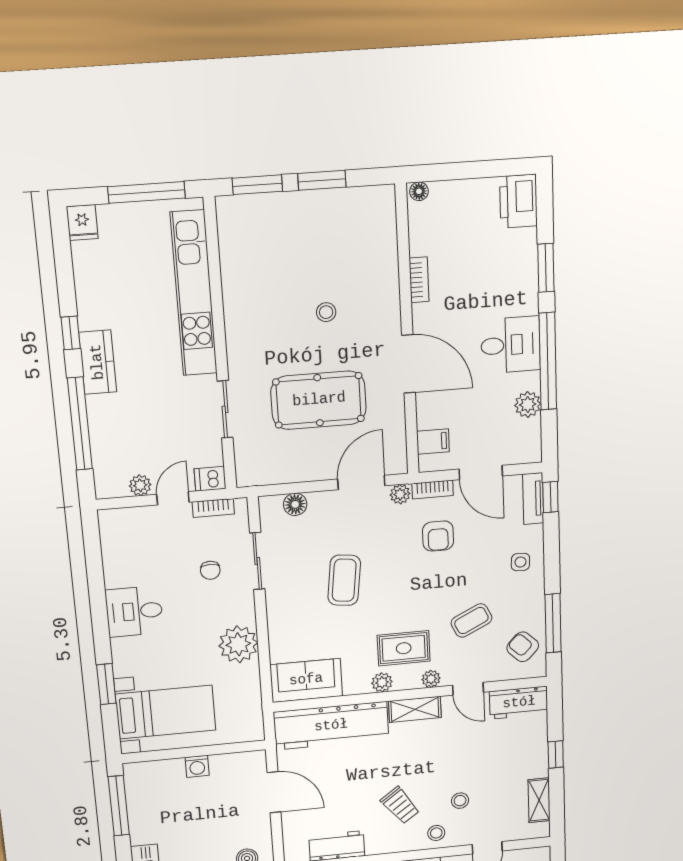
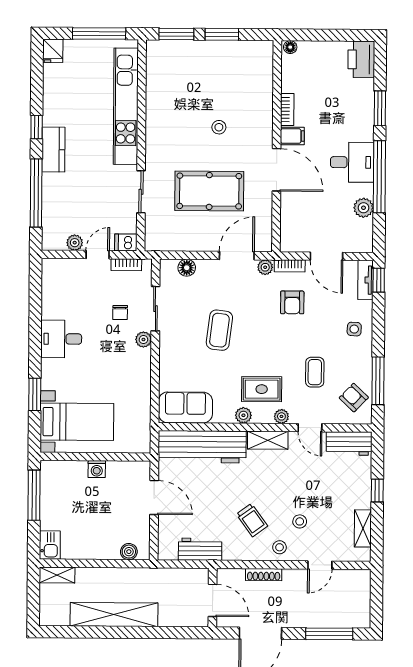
filing cabinet: (433, 442) -> (292, 136), moved
coffee table: (471, 620) -> (315, 372), turned -64
plant: (238, 644) -> (143, 340), moved, width x0.53, depth x0.53

